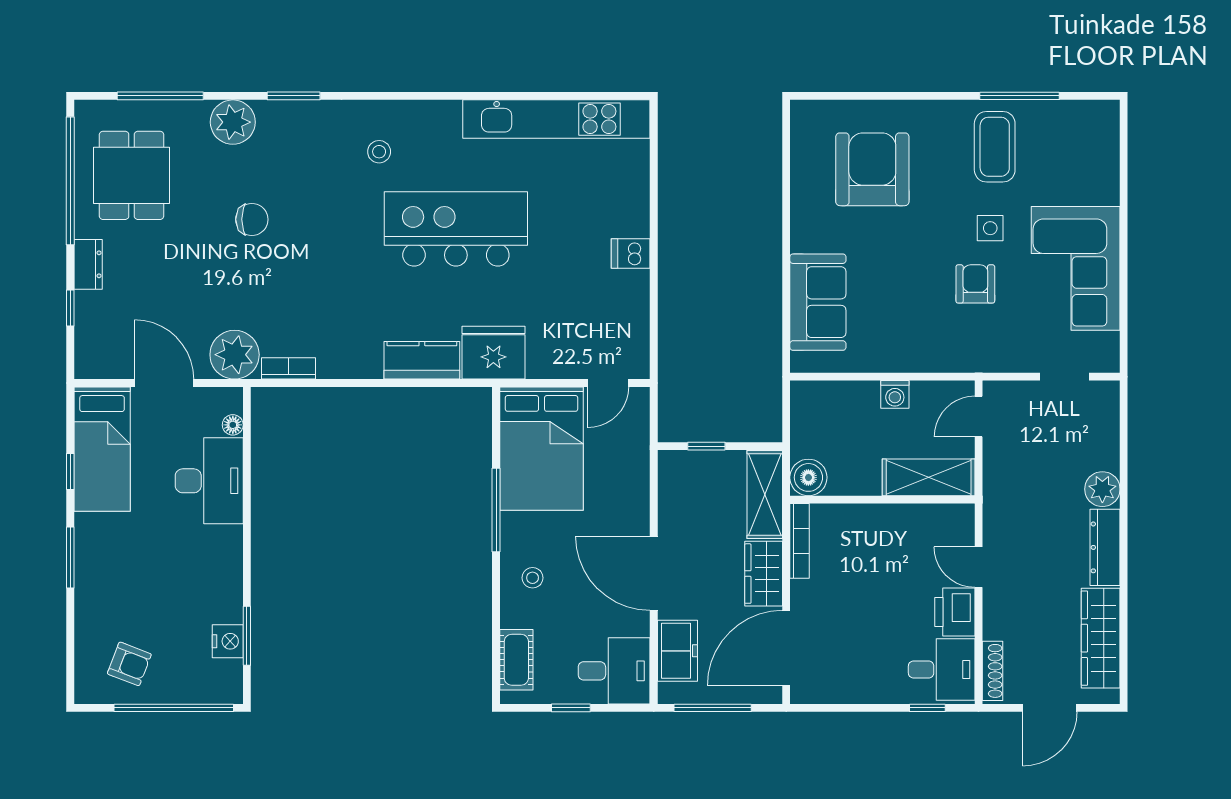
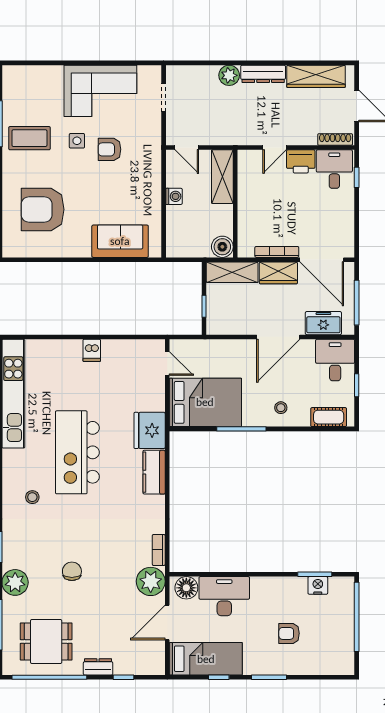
floor lamp: (233, 425) -> (186, 588), width x1.89, depth x1.89
bookcase: (800, 541) -> (277, 252), moved
armchair: (129, 664) -> (289, 633), moved, turned -111

